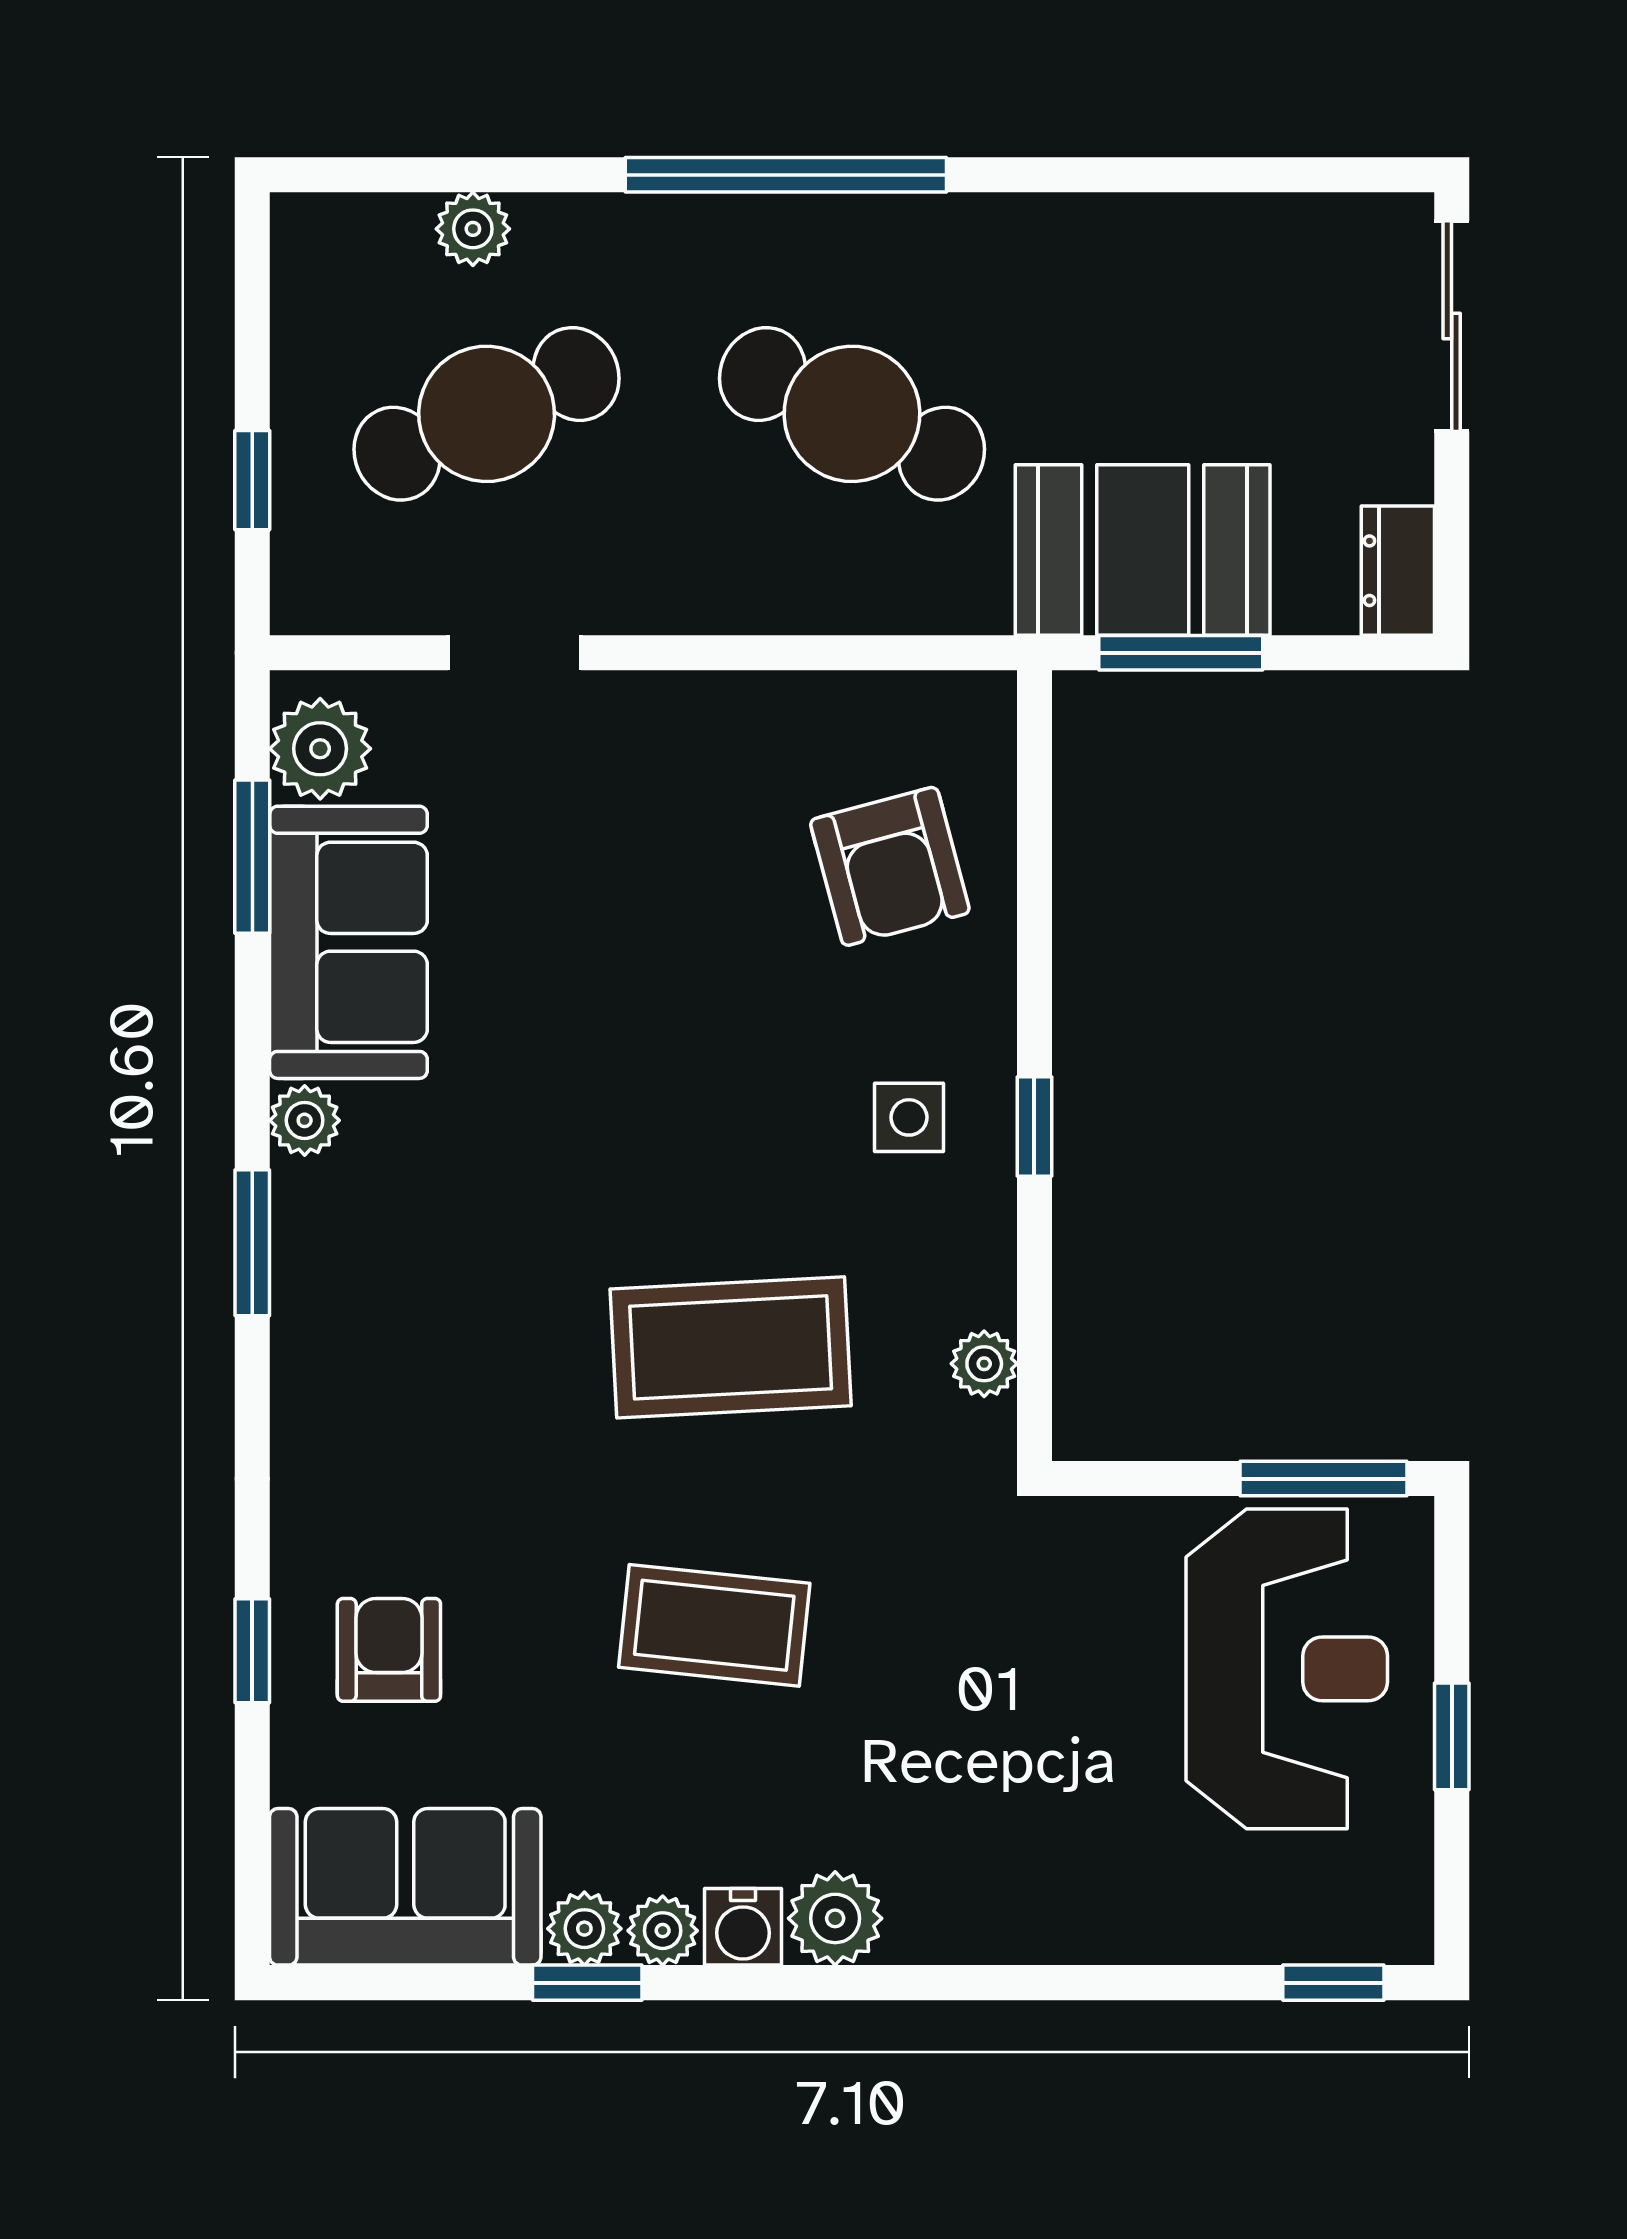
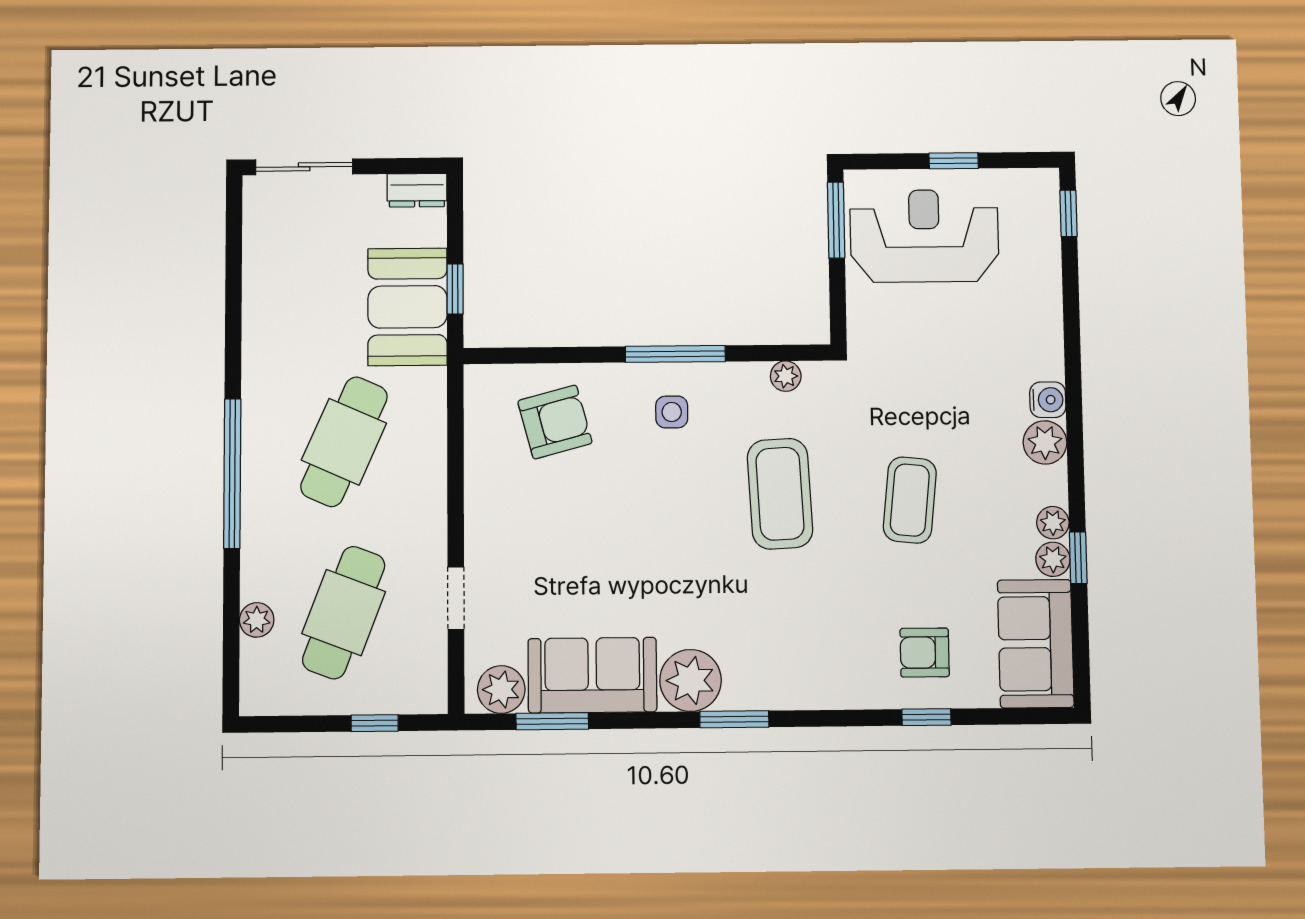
cafe table: (487, 414) -> (344, 613), turned 45
window: (1181, 653) -> (455, 289), width x0.67
plant: (305, 1120) -> (691, 680), width x1.88, depth x1.88
window: (1034, 1127) -> (675, 354), width x2.17
water cooler: (743, 1927) -> (1048, 400), moved

